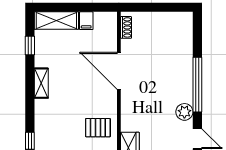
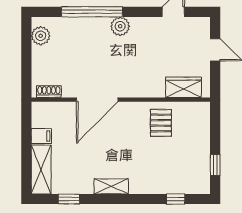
plant: (176, 20) -> (41, 36), added
window: (197, 85) -> (92, 12), moved
plant: (184, 112) -> (120, 26), moved

